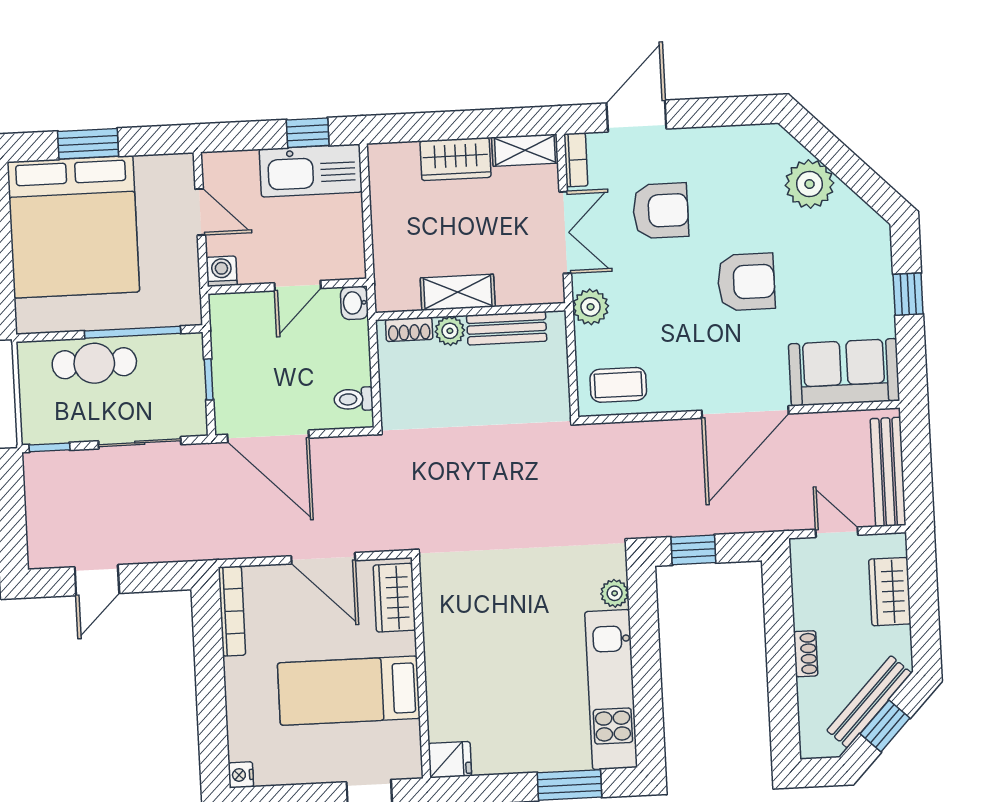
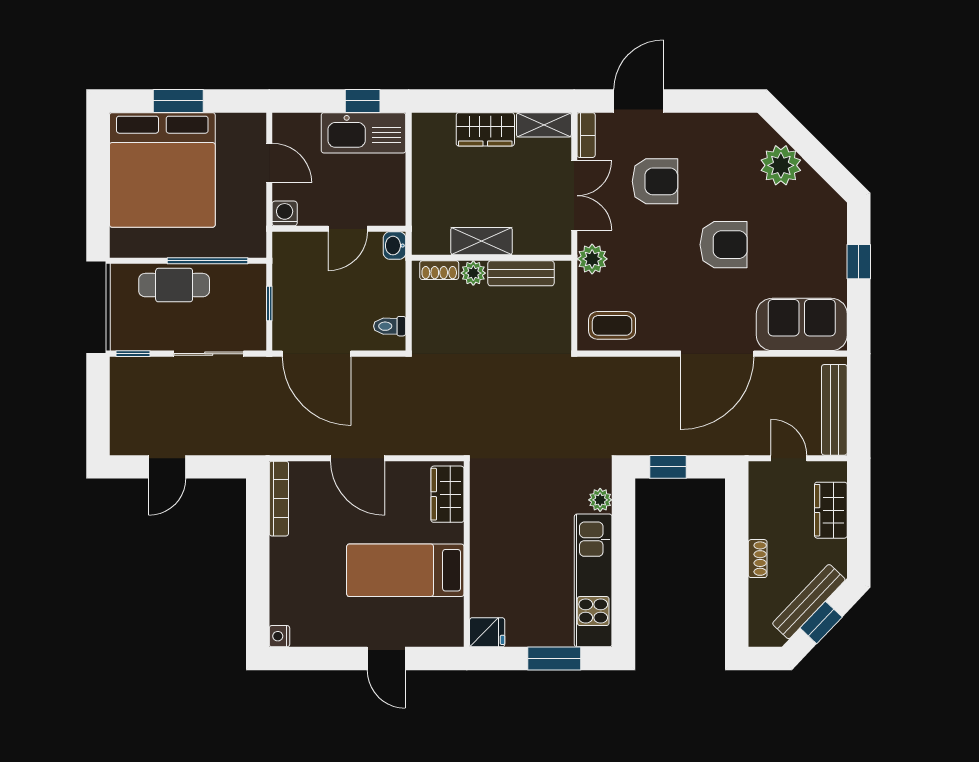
wardrobe: (394, 598) -> (447, 494), moved
wall: (421, 668) -> (467, 554), moved
bed: (349, 691) -> (405, 570), moved
fridge: (450, 760) -> (487, 632), moved

